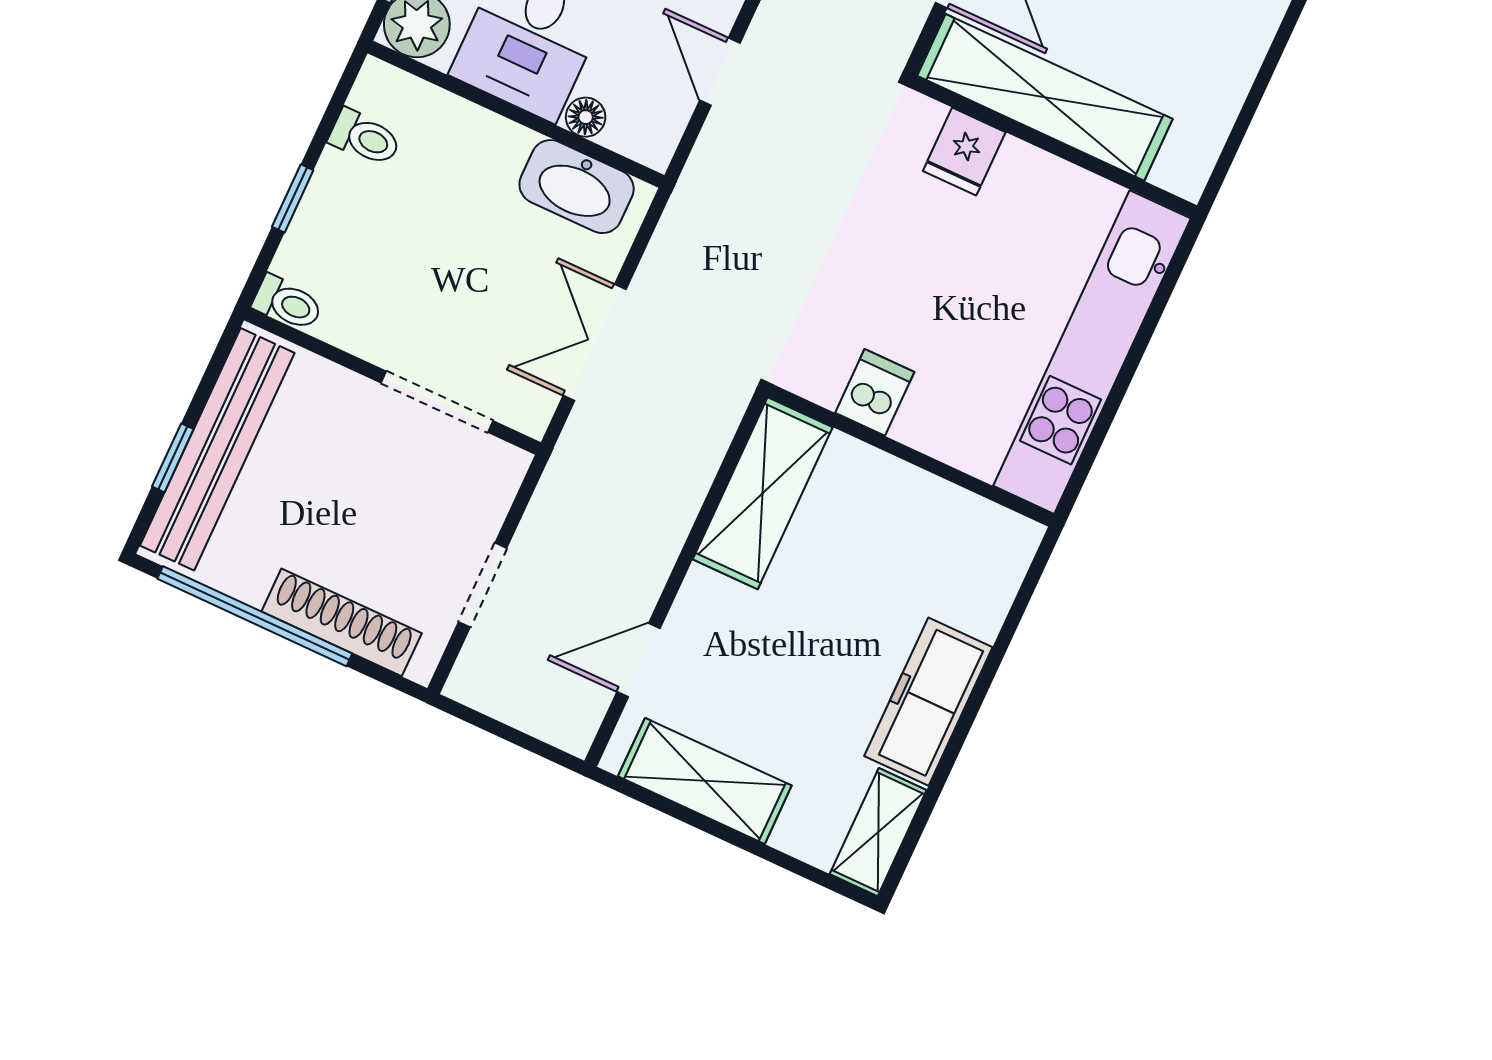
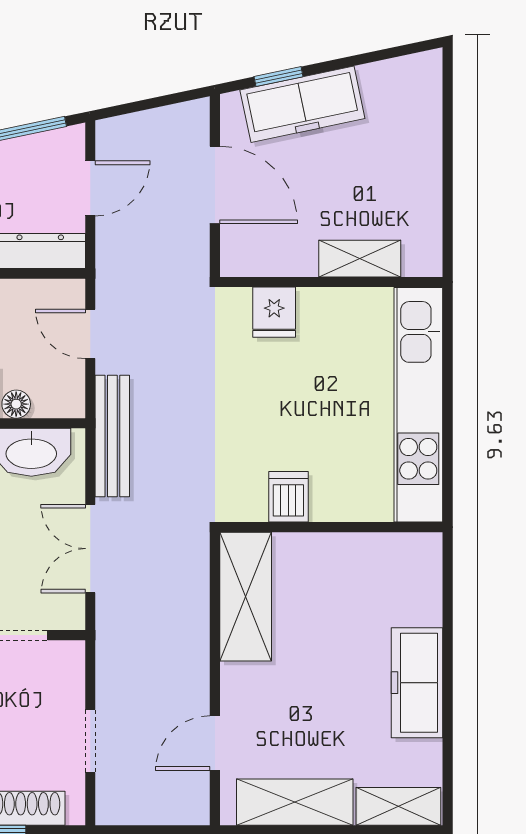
shelving: (1045, 97) -> (360, 259), width x0.45, depth x0.75
bench: (688, 213) -> (112, 436), added
shelving: (878, 832) -> (398, 806), moved, turned 90

